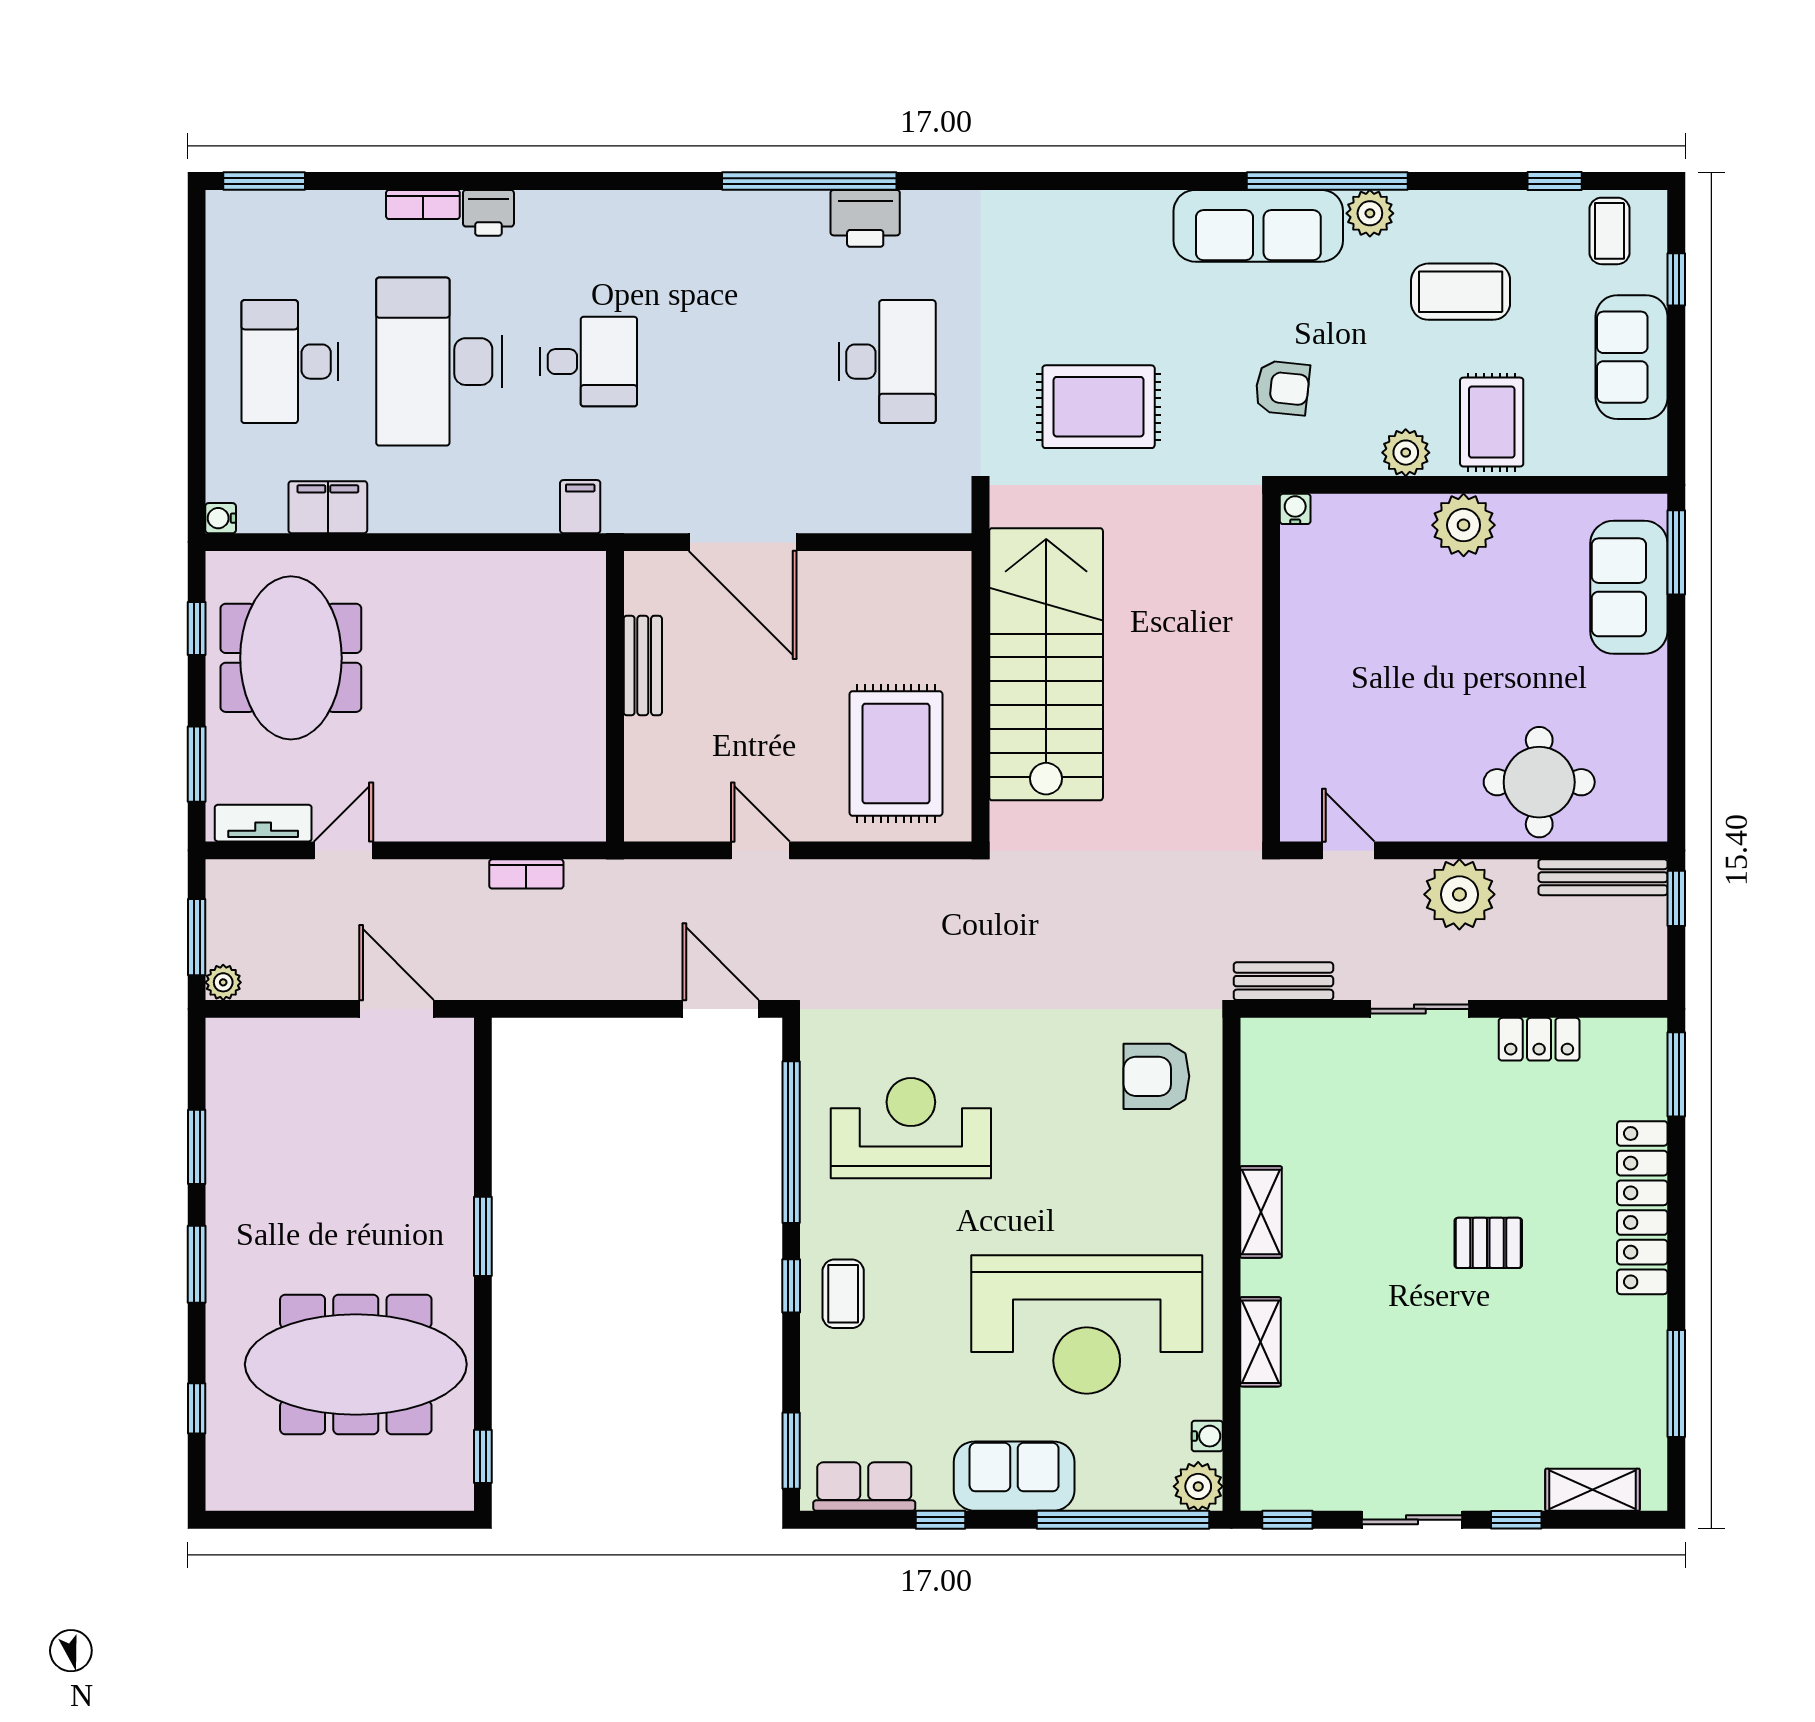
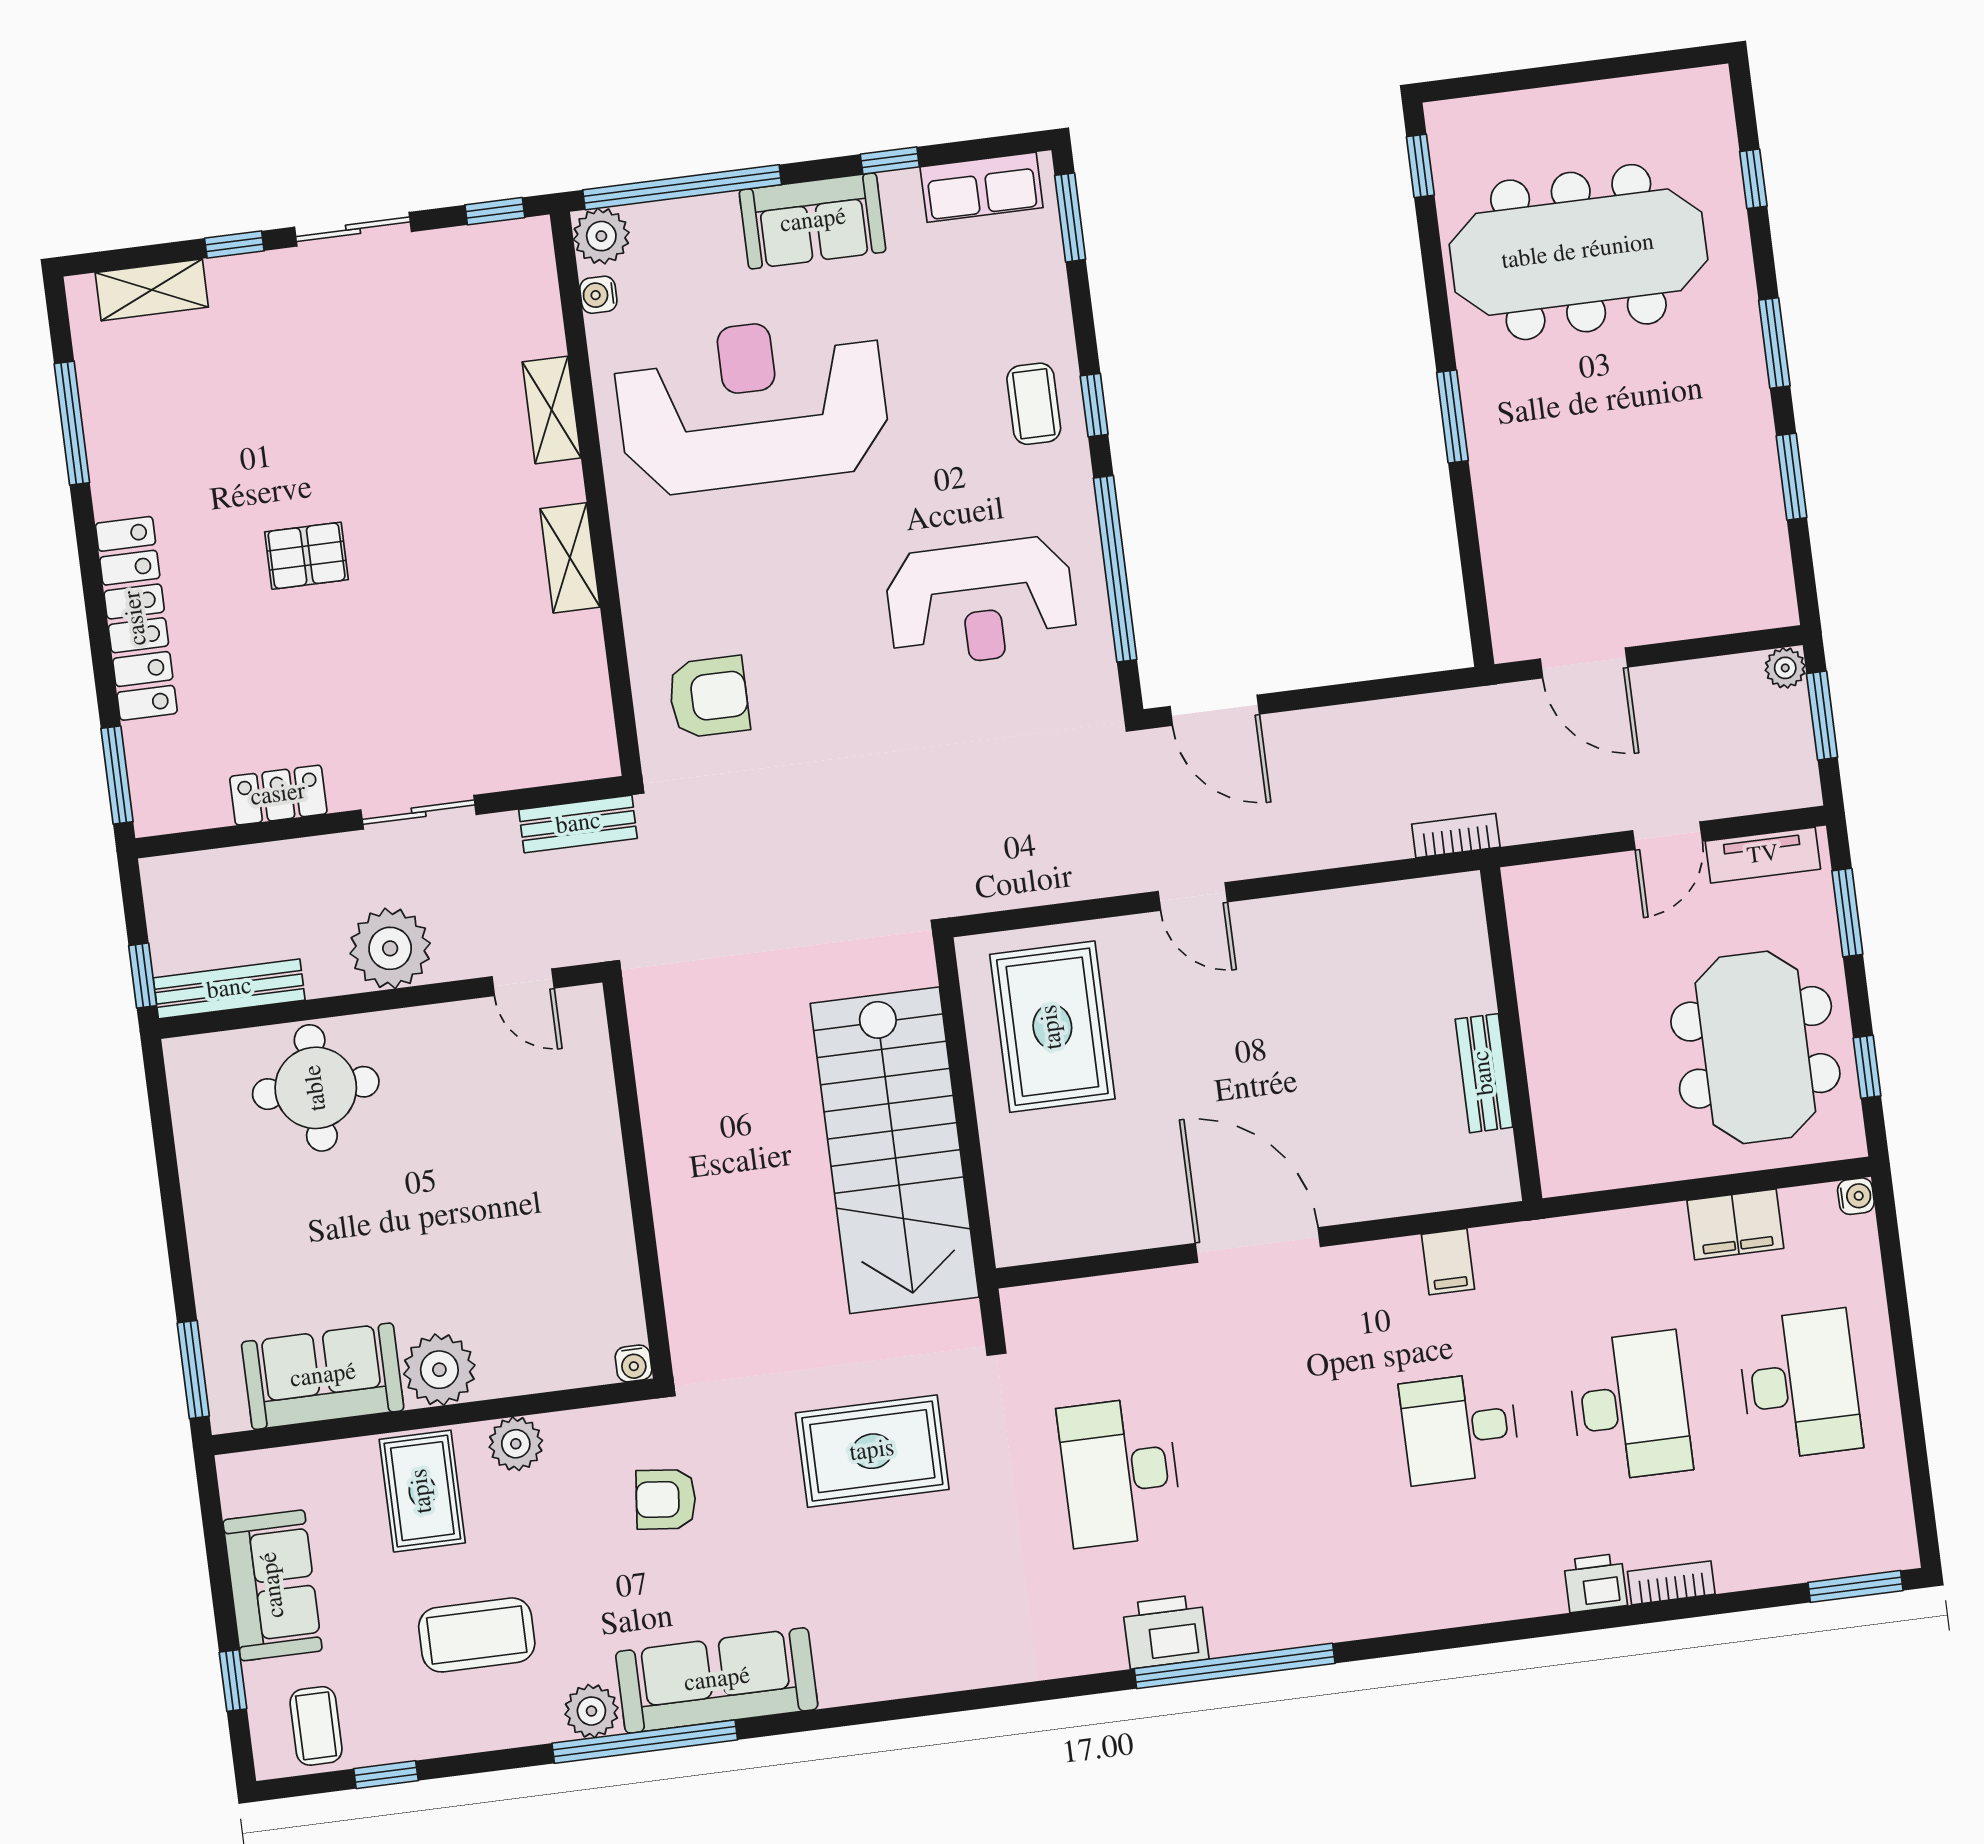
desk: (439, 362) -> (1630, 1406), width x0.73, depth x0.77
sofa: (1629, 587) -> (323, 1376), moved, turned -90
bench: (643, 666) -> (1484, 1073), moved
wall: (615, 696) -> (1511, 1034), moved

